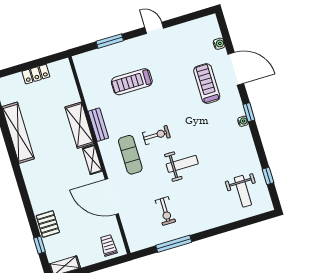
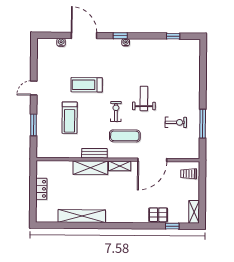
door: (236, 69) -> (84, 35), hinge flipped
treadmill: (207, 84) -> (87, 85), moved
weight bench: (243, 191) -> (179, 59), removed

